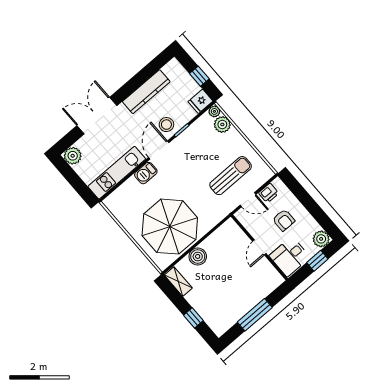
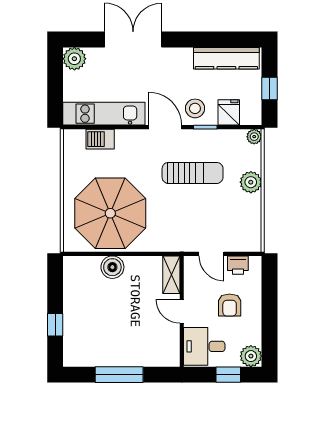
kitchen counter: (146, 92) -> (226, 58), moved
fridge: (200, 101) -> (229, 112), moved, turned 90
plant: (222, 124) -> (251, 182), moved
door: (159, 150) -> (165, 127), hinge flipped
barbecue: (146, 173) -> (100, 139), moved
sun lounger: (231, 176) -> (193, 173), moved
door: (259, 247) -> (182, 311), hinge flipped
shelving: (178, 282) -> (171, 275), moved

